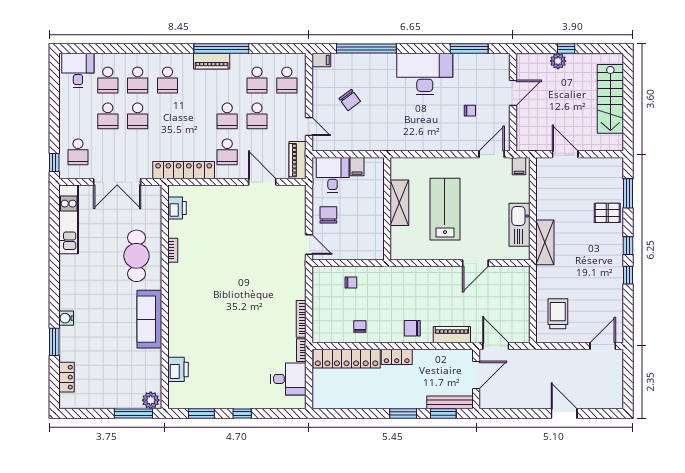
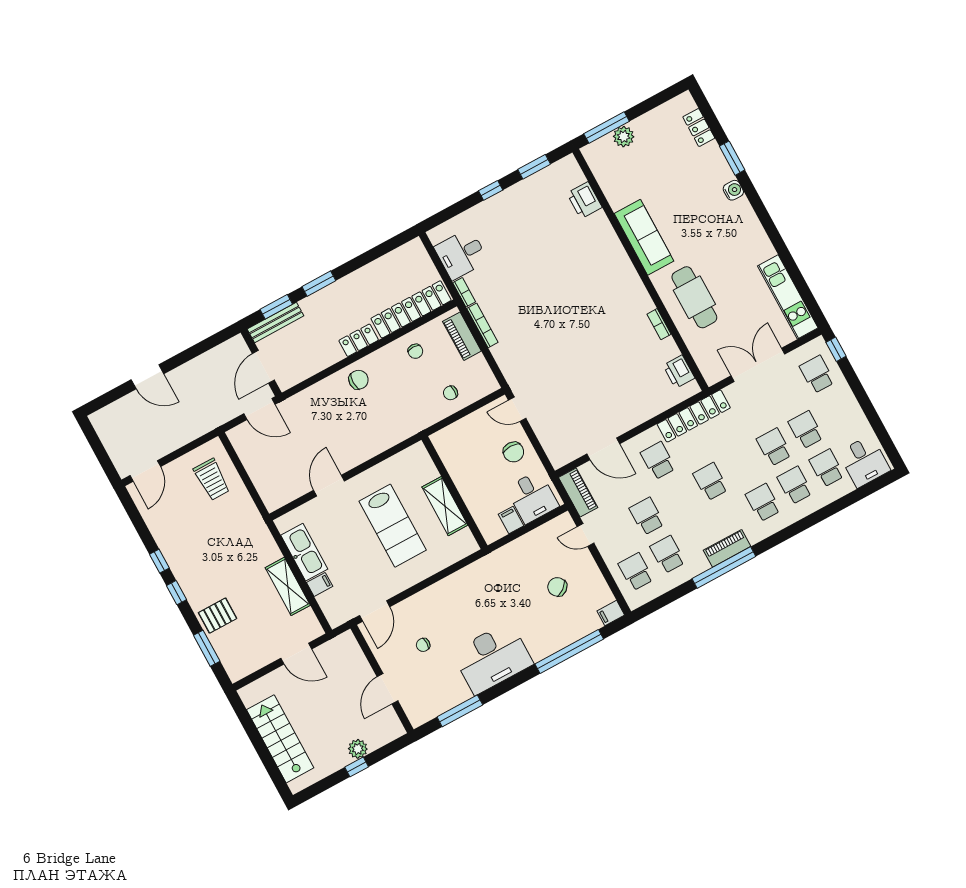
school desk: (227, 116) -> (711, 482), moved
filing cabinet: (519, 166) -> (320, 584), moved, turned 90
shelving: (545, 242) -> (288, 586), moved
piano: (452, 335) -> (462, 336), moved, turned 90
plant: (151, 400) -> (624, 137), moved

